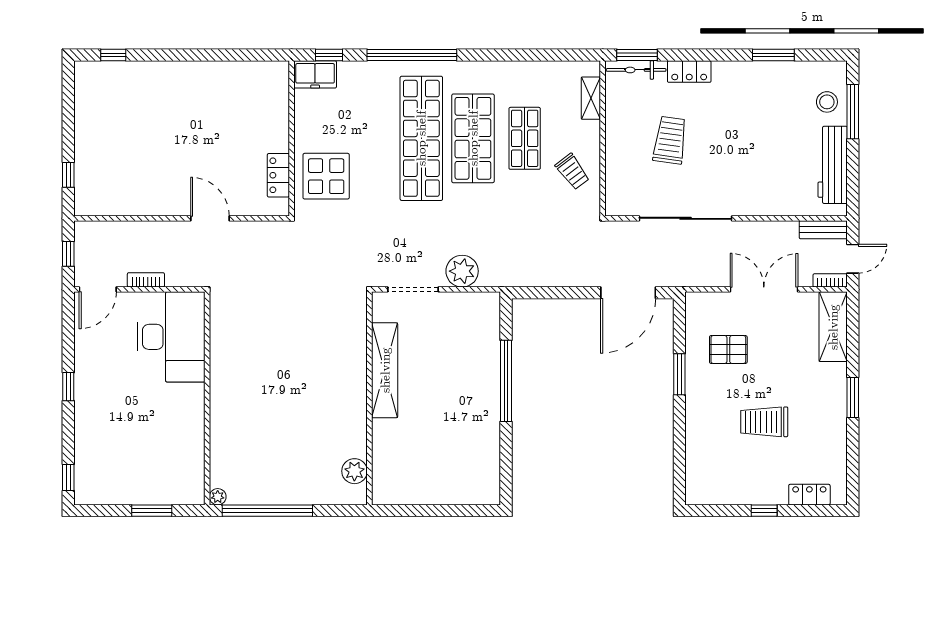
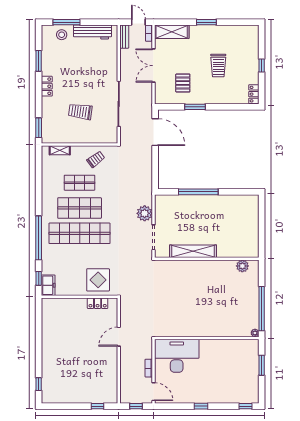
bicycle: (636, 70) -> (46, 128), removed
locker: (689, 72) -> (47, 86), moved
locker: (809, 495) -> (254, 94), moved

